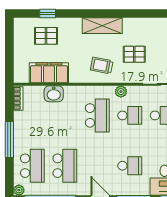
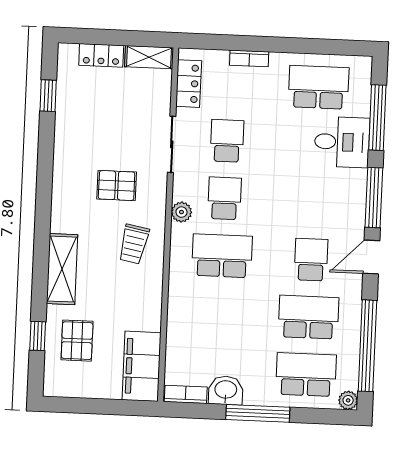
shelving: (102, 26) -> (62, 269), moved
pallet: (134, 54) -> (117, 186), turned 90
filing cabinet: (49, 73) -> (142, 366), moved
washbasin: (54, 94) -> (226, 390), moved, turned -90
school desk: (130, 166) -> (311, 260), moved

